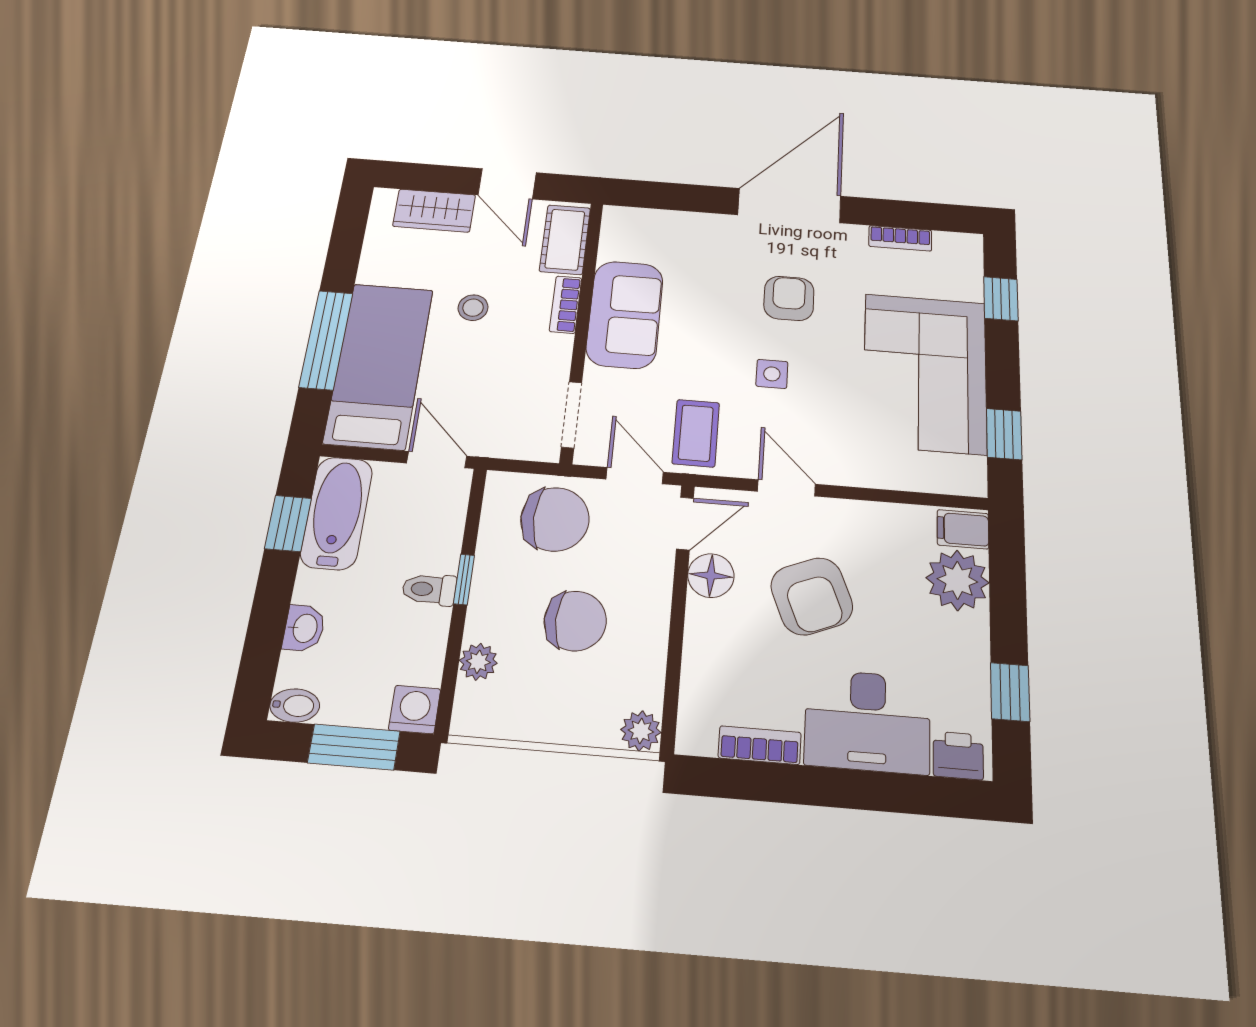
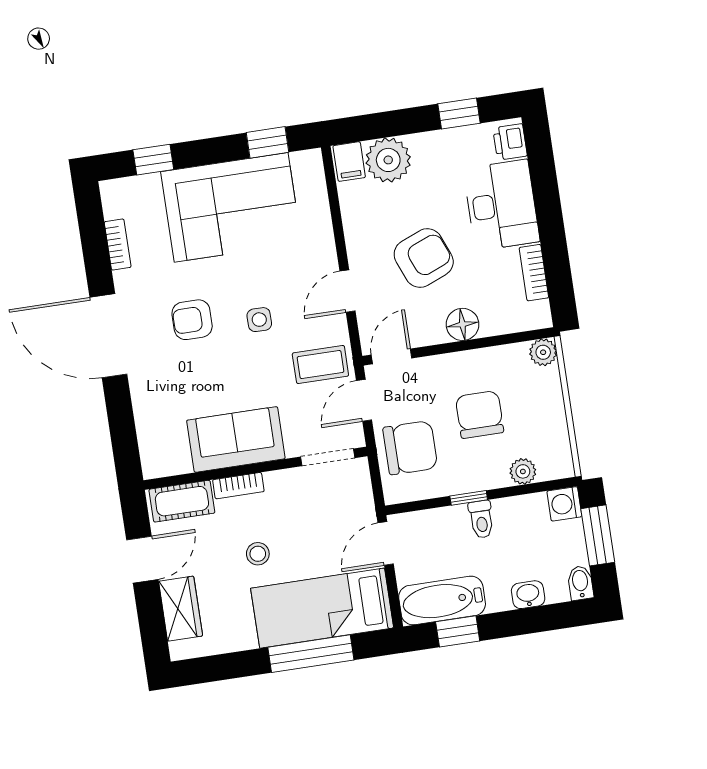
chair: (555, 519) -> (410, 448), turned 90
door: (685, 523) -> (391, 356), hinge flipped
floor lamp: (711, 576) -> (462, 324), moved

